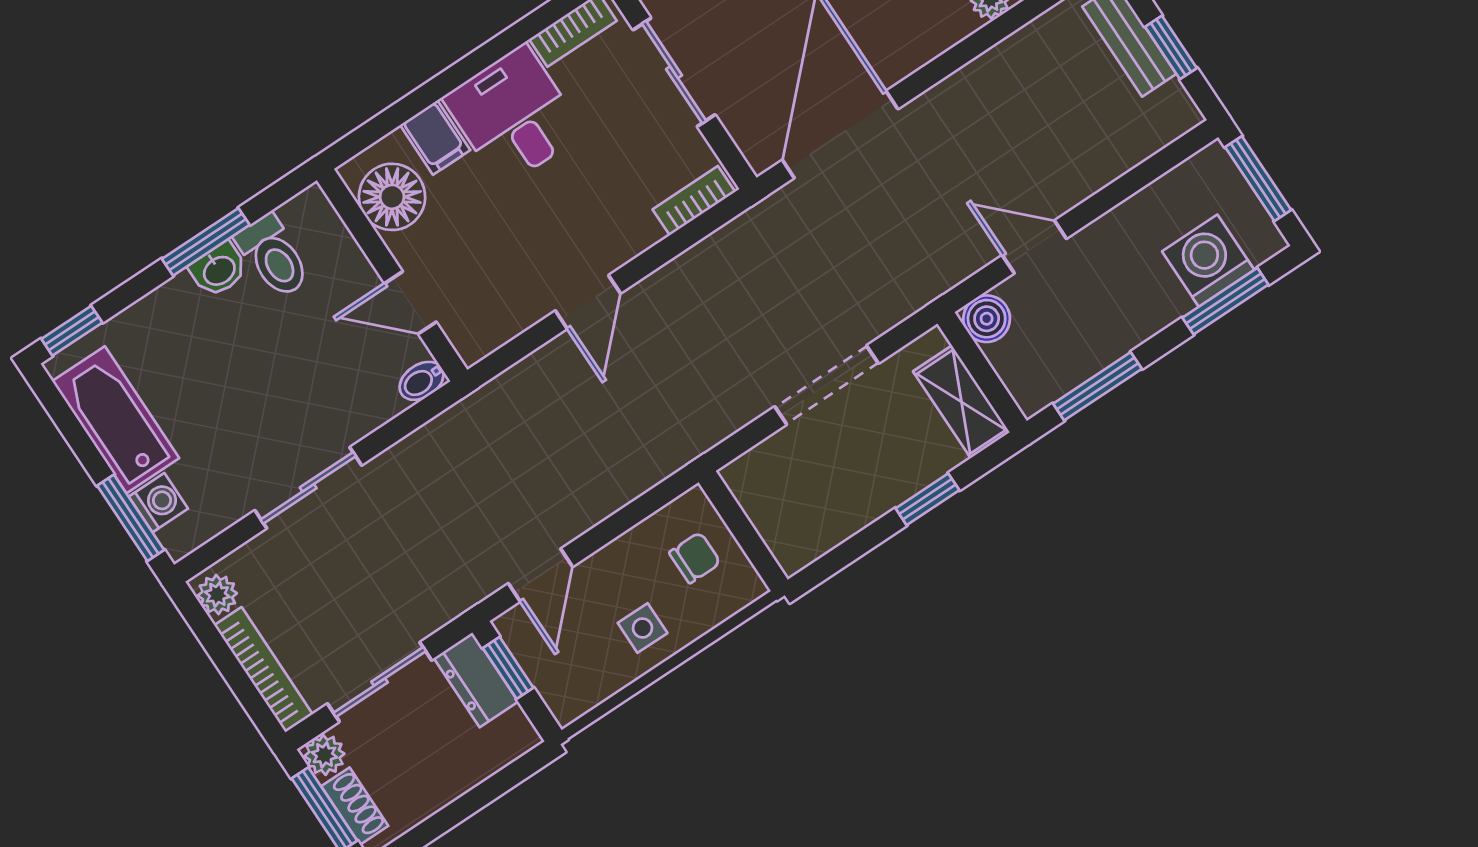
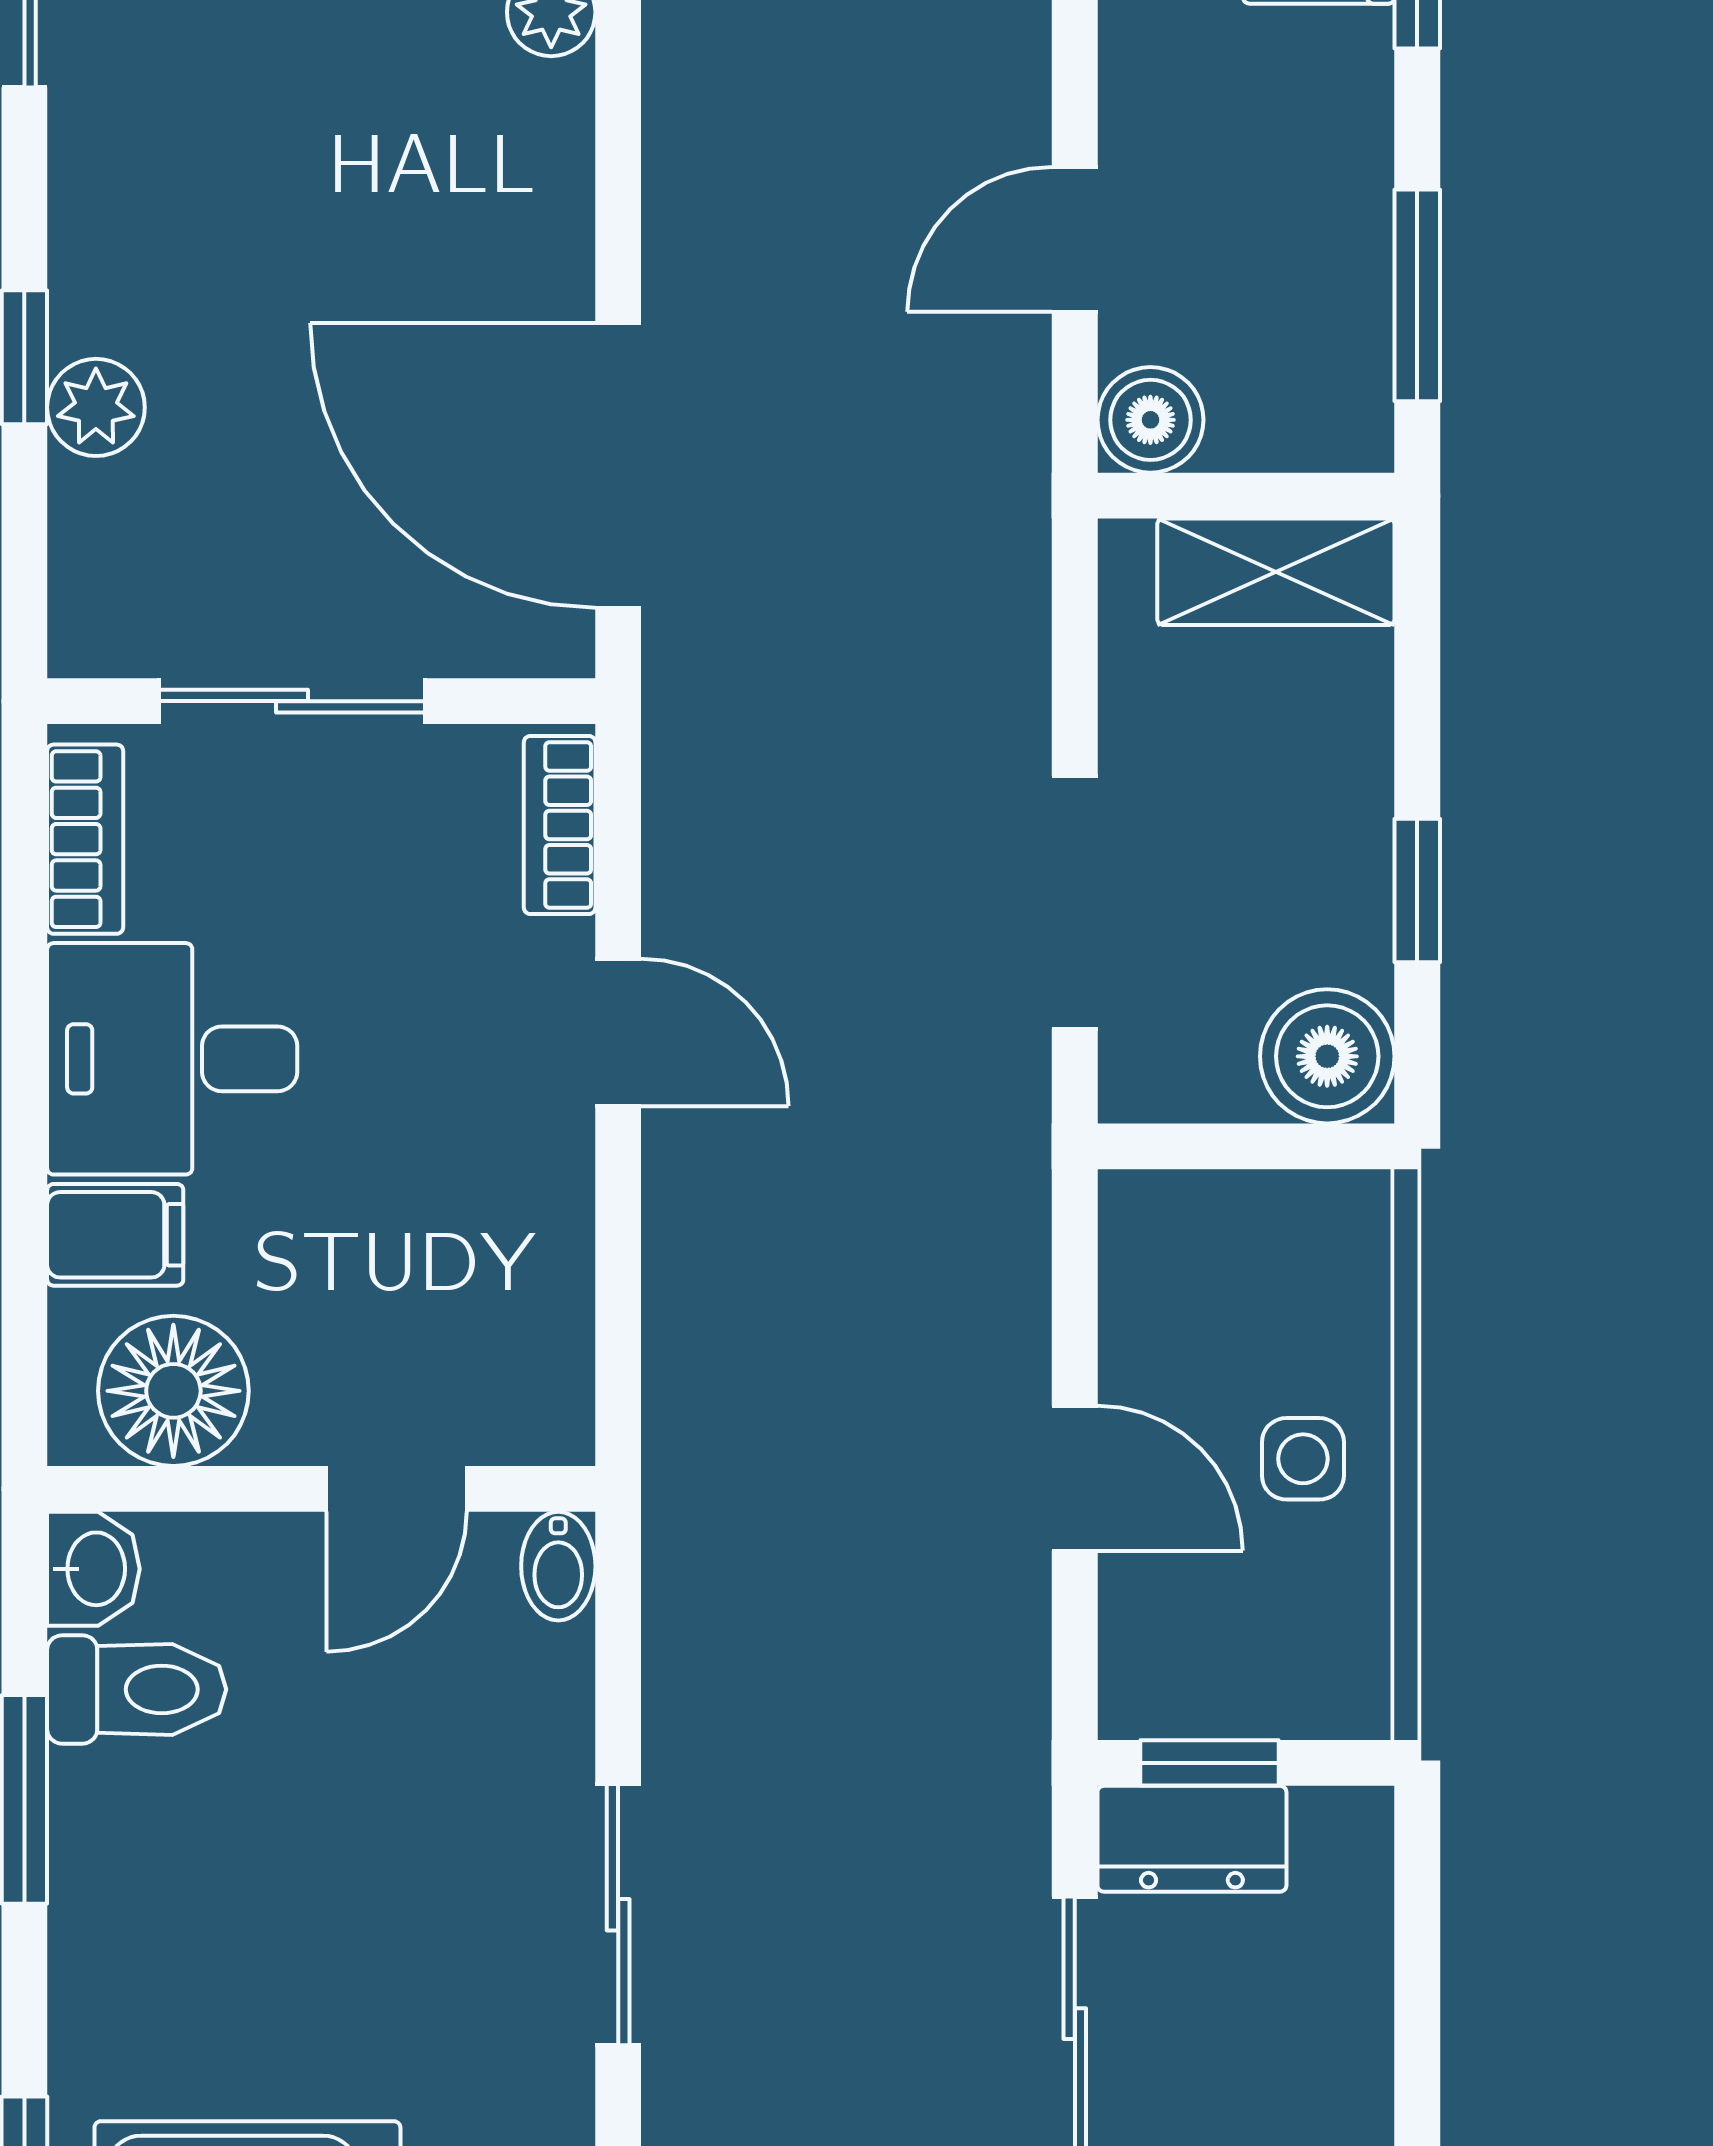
washbasin: (219, 270) -> (93, 1569), moved
door: (588, 302) -> (618, 1032), moved
doorway: (827, 385) -> (1075, 902), moved
window: (927, 499) -> (1417, 890), moved
boiler: (796, 539) -> (1327, 1056), added
chair: (695, 558) -> (1236, 1271), removed
door: (540, 575) -> (1075, 1478), moved

